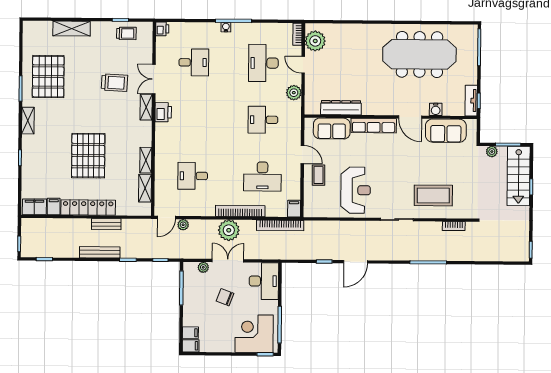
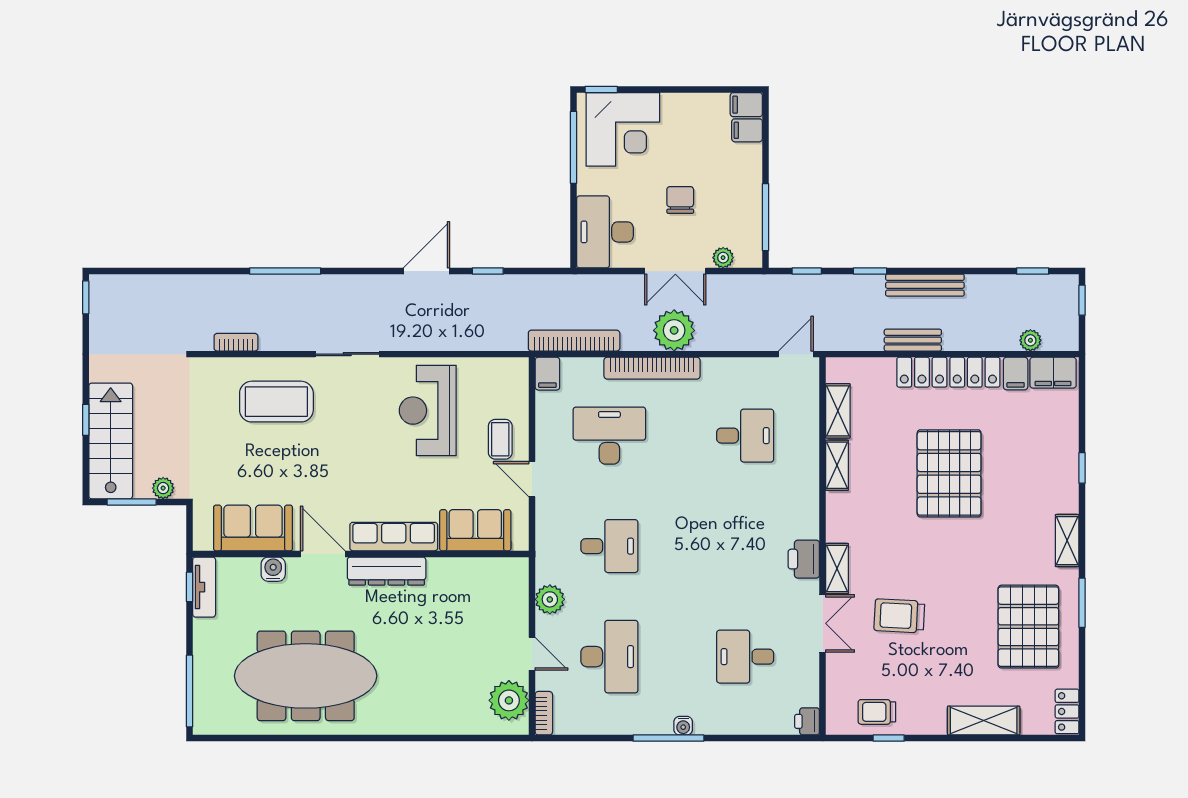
locker: (29, 33) -> (1067, 711), added
dresser: (341, 108) -> (387, 571), moved
plant: (183, 225) -> (1030, 340), moved
chair: (225, 297) -> (680, 200), turned -111

